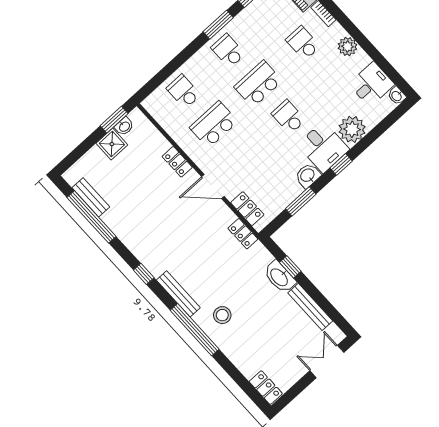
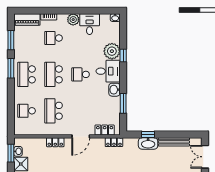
school desk: (228, 51) -> (27, 74), width x1.85
desk: (372, 84) -> (90, 24), moved
window: (341, 164) -> (123, 55), moved

